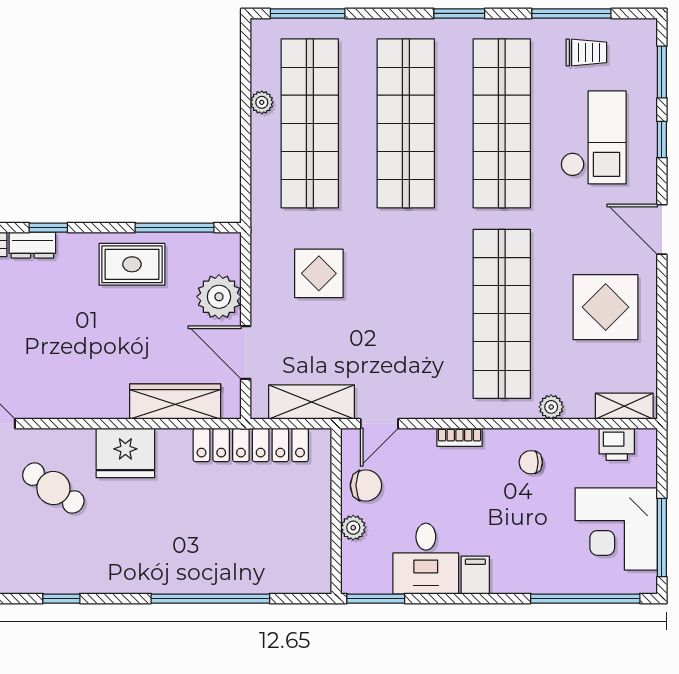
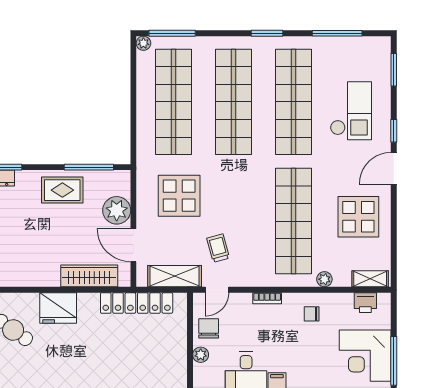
trolley: (586, 52) -> (218, 248), moved, turned -105
plant: (262, 102) -> (143, 43), moved
window: (662, 140) -> (394, 131), moved
door: (662, 229) -> (394, 168), hinge flipped
display table: (319, 273) -> (179, 196), width x1.36, depth x1.36
chair: (366, 485) -> (209, 328), turned -90

